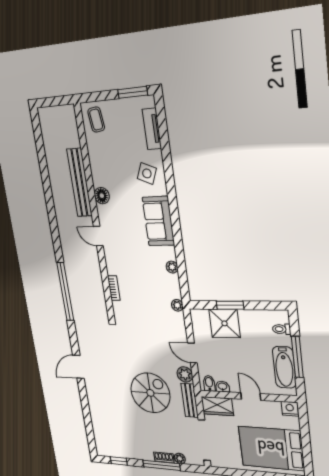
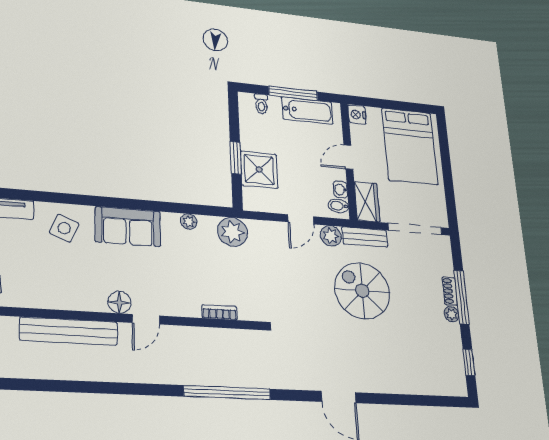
floor lamp: (102, 196) -> (119, 302), moved
plant: (177, 305) -> (233, 232), width x1.88, depth x1.88
plant: (180, 458) -> (452, 314), moved

